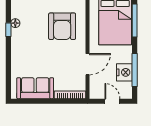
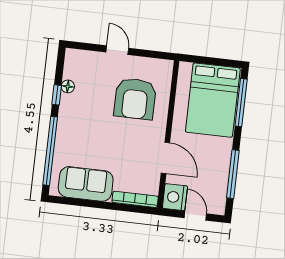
door: (87, 64) -> (165, 158), hinge flipped
window: (8, 68) -> (50, 151), added
nightstand: (124, 72) -> (175, 197), moved, turned 180

